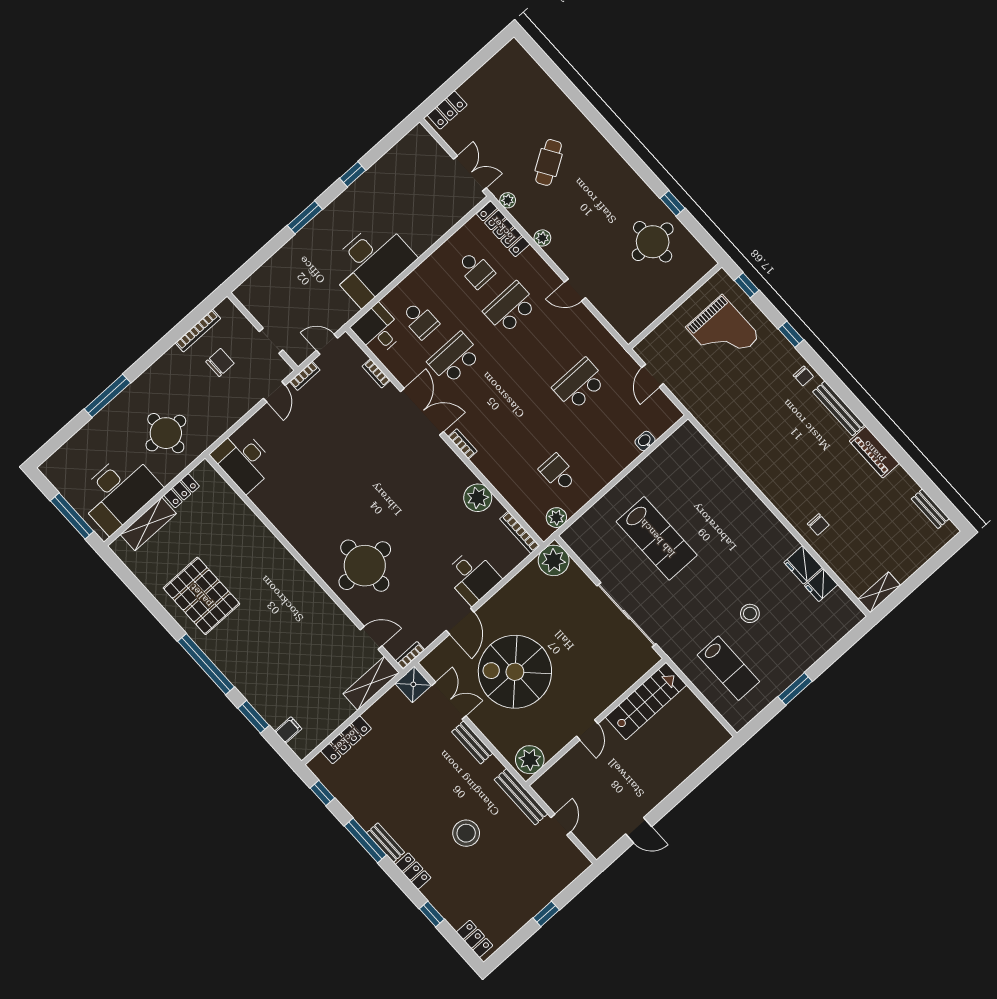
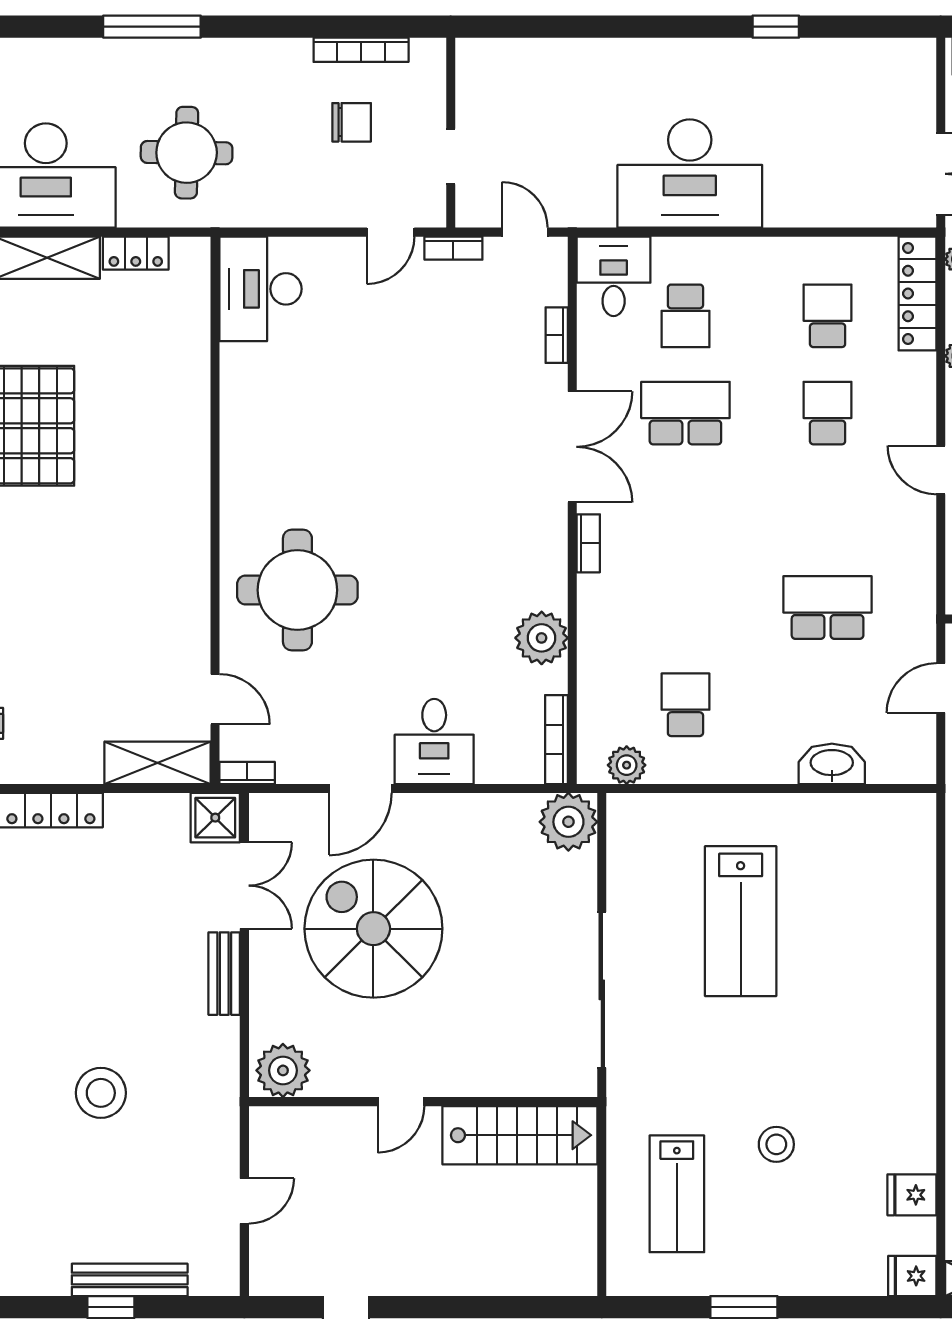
window: (305, 217) -> (654, 27), removed
school desk: (476, 270) -> (828, 316), turned 180
school desk: (510, 308) -> (828, 413), width x0.54
washbasin: (645, 441) -> (832, 764), width x1.91, depth x1.45
fridge: (803, 565) -> (912, 1276), moved, width x0.72
bench: (521, 797) -> (130, 1280), moved, turned 90

